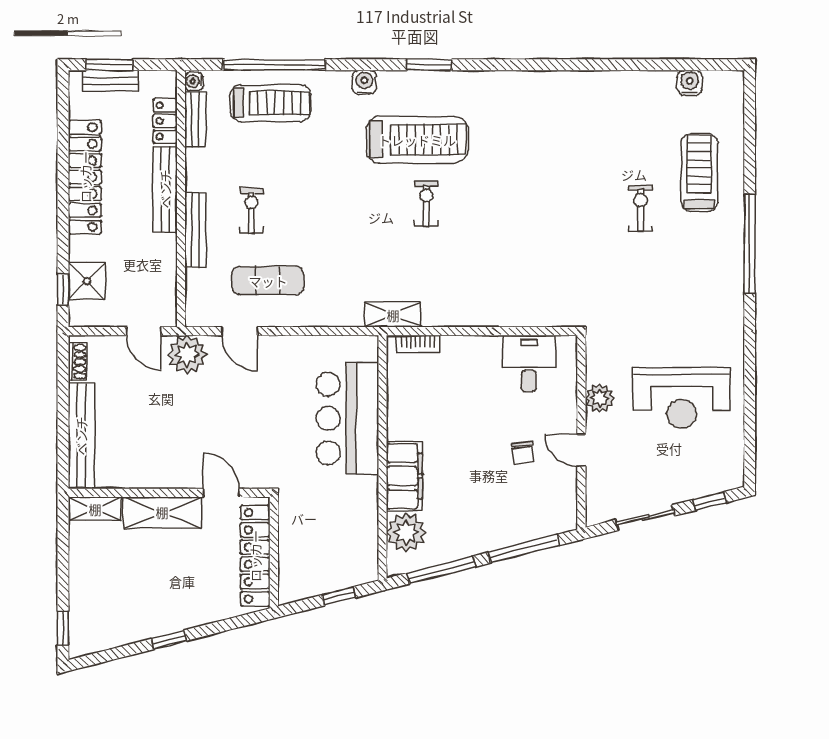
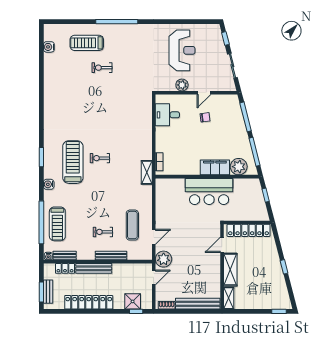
treadmill: (271, 103) -> (57, 224), turned 180
bar counter: (347, 418) -> (209, 191), moved

